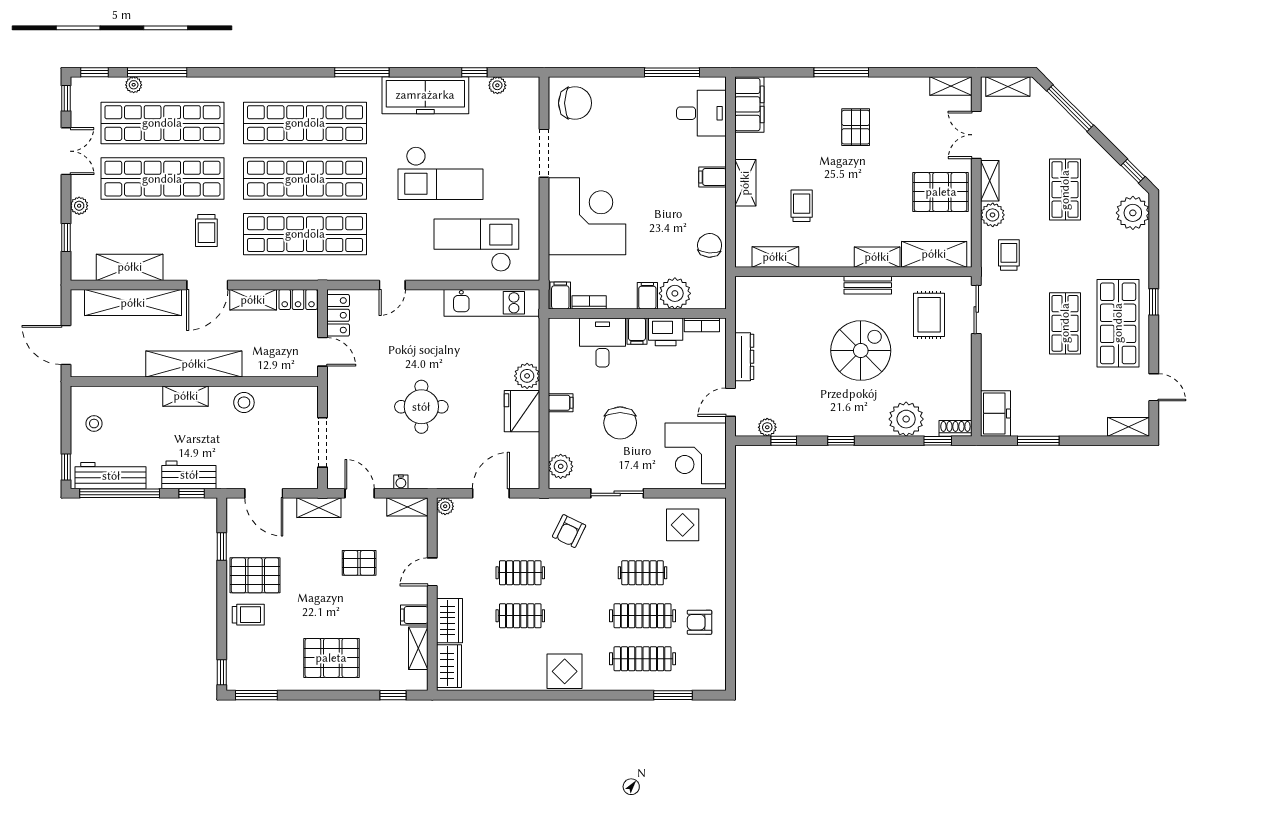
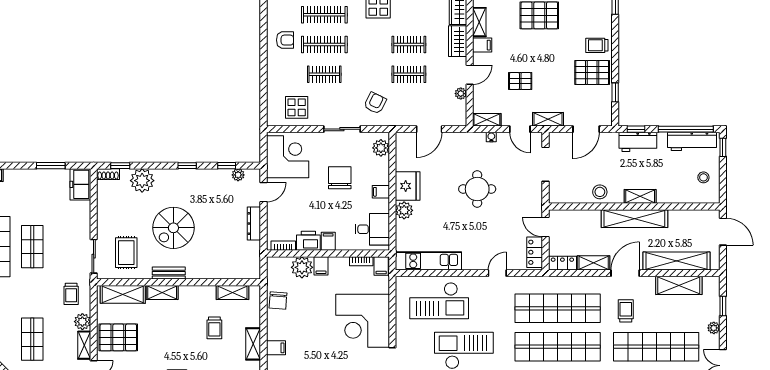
desk: (602, 342) -> (372, 229), moved, turned -90
door: (264, 493) -> (586, 129), swing flipped
plant: (445, 506) -> (461, 94), moved

